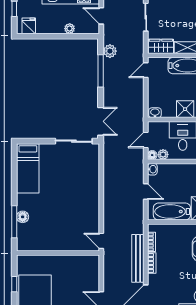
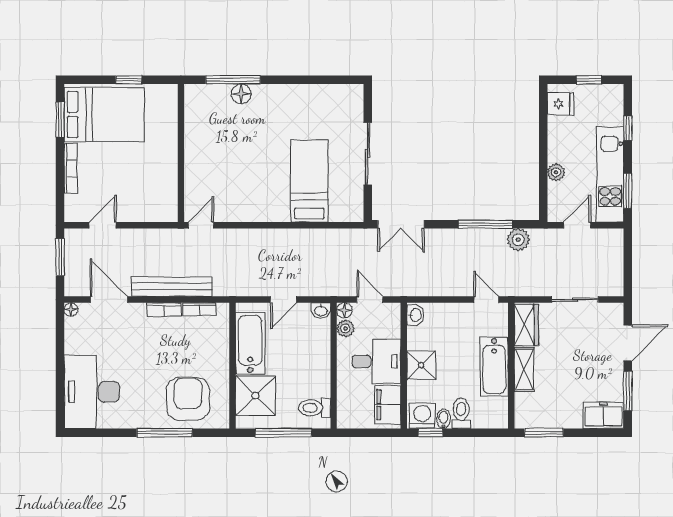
sliding door: (74, 141) -> (368, 154), moved
bed: (28, 168) -> (309, 181), moved, turned 90

